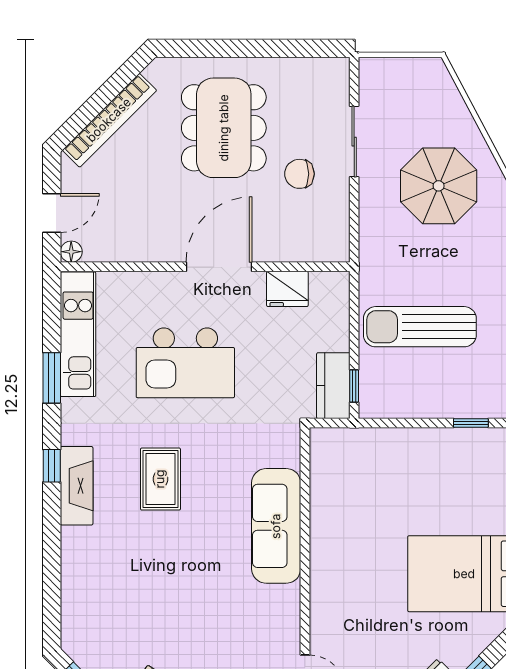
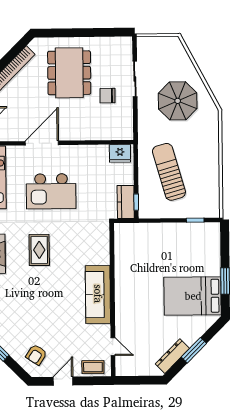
door: (219, 267) -> (42, 143), moved
fridge: (287, 289) -> (120, 153), moved
sun lounger: (420, 327) -> (169, 172), turned 74
sofa: (276, 526) -> (98, 294), moved

